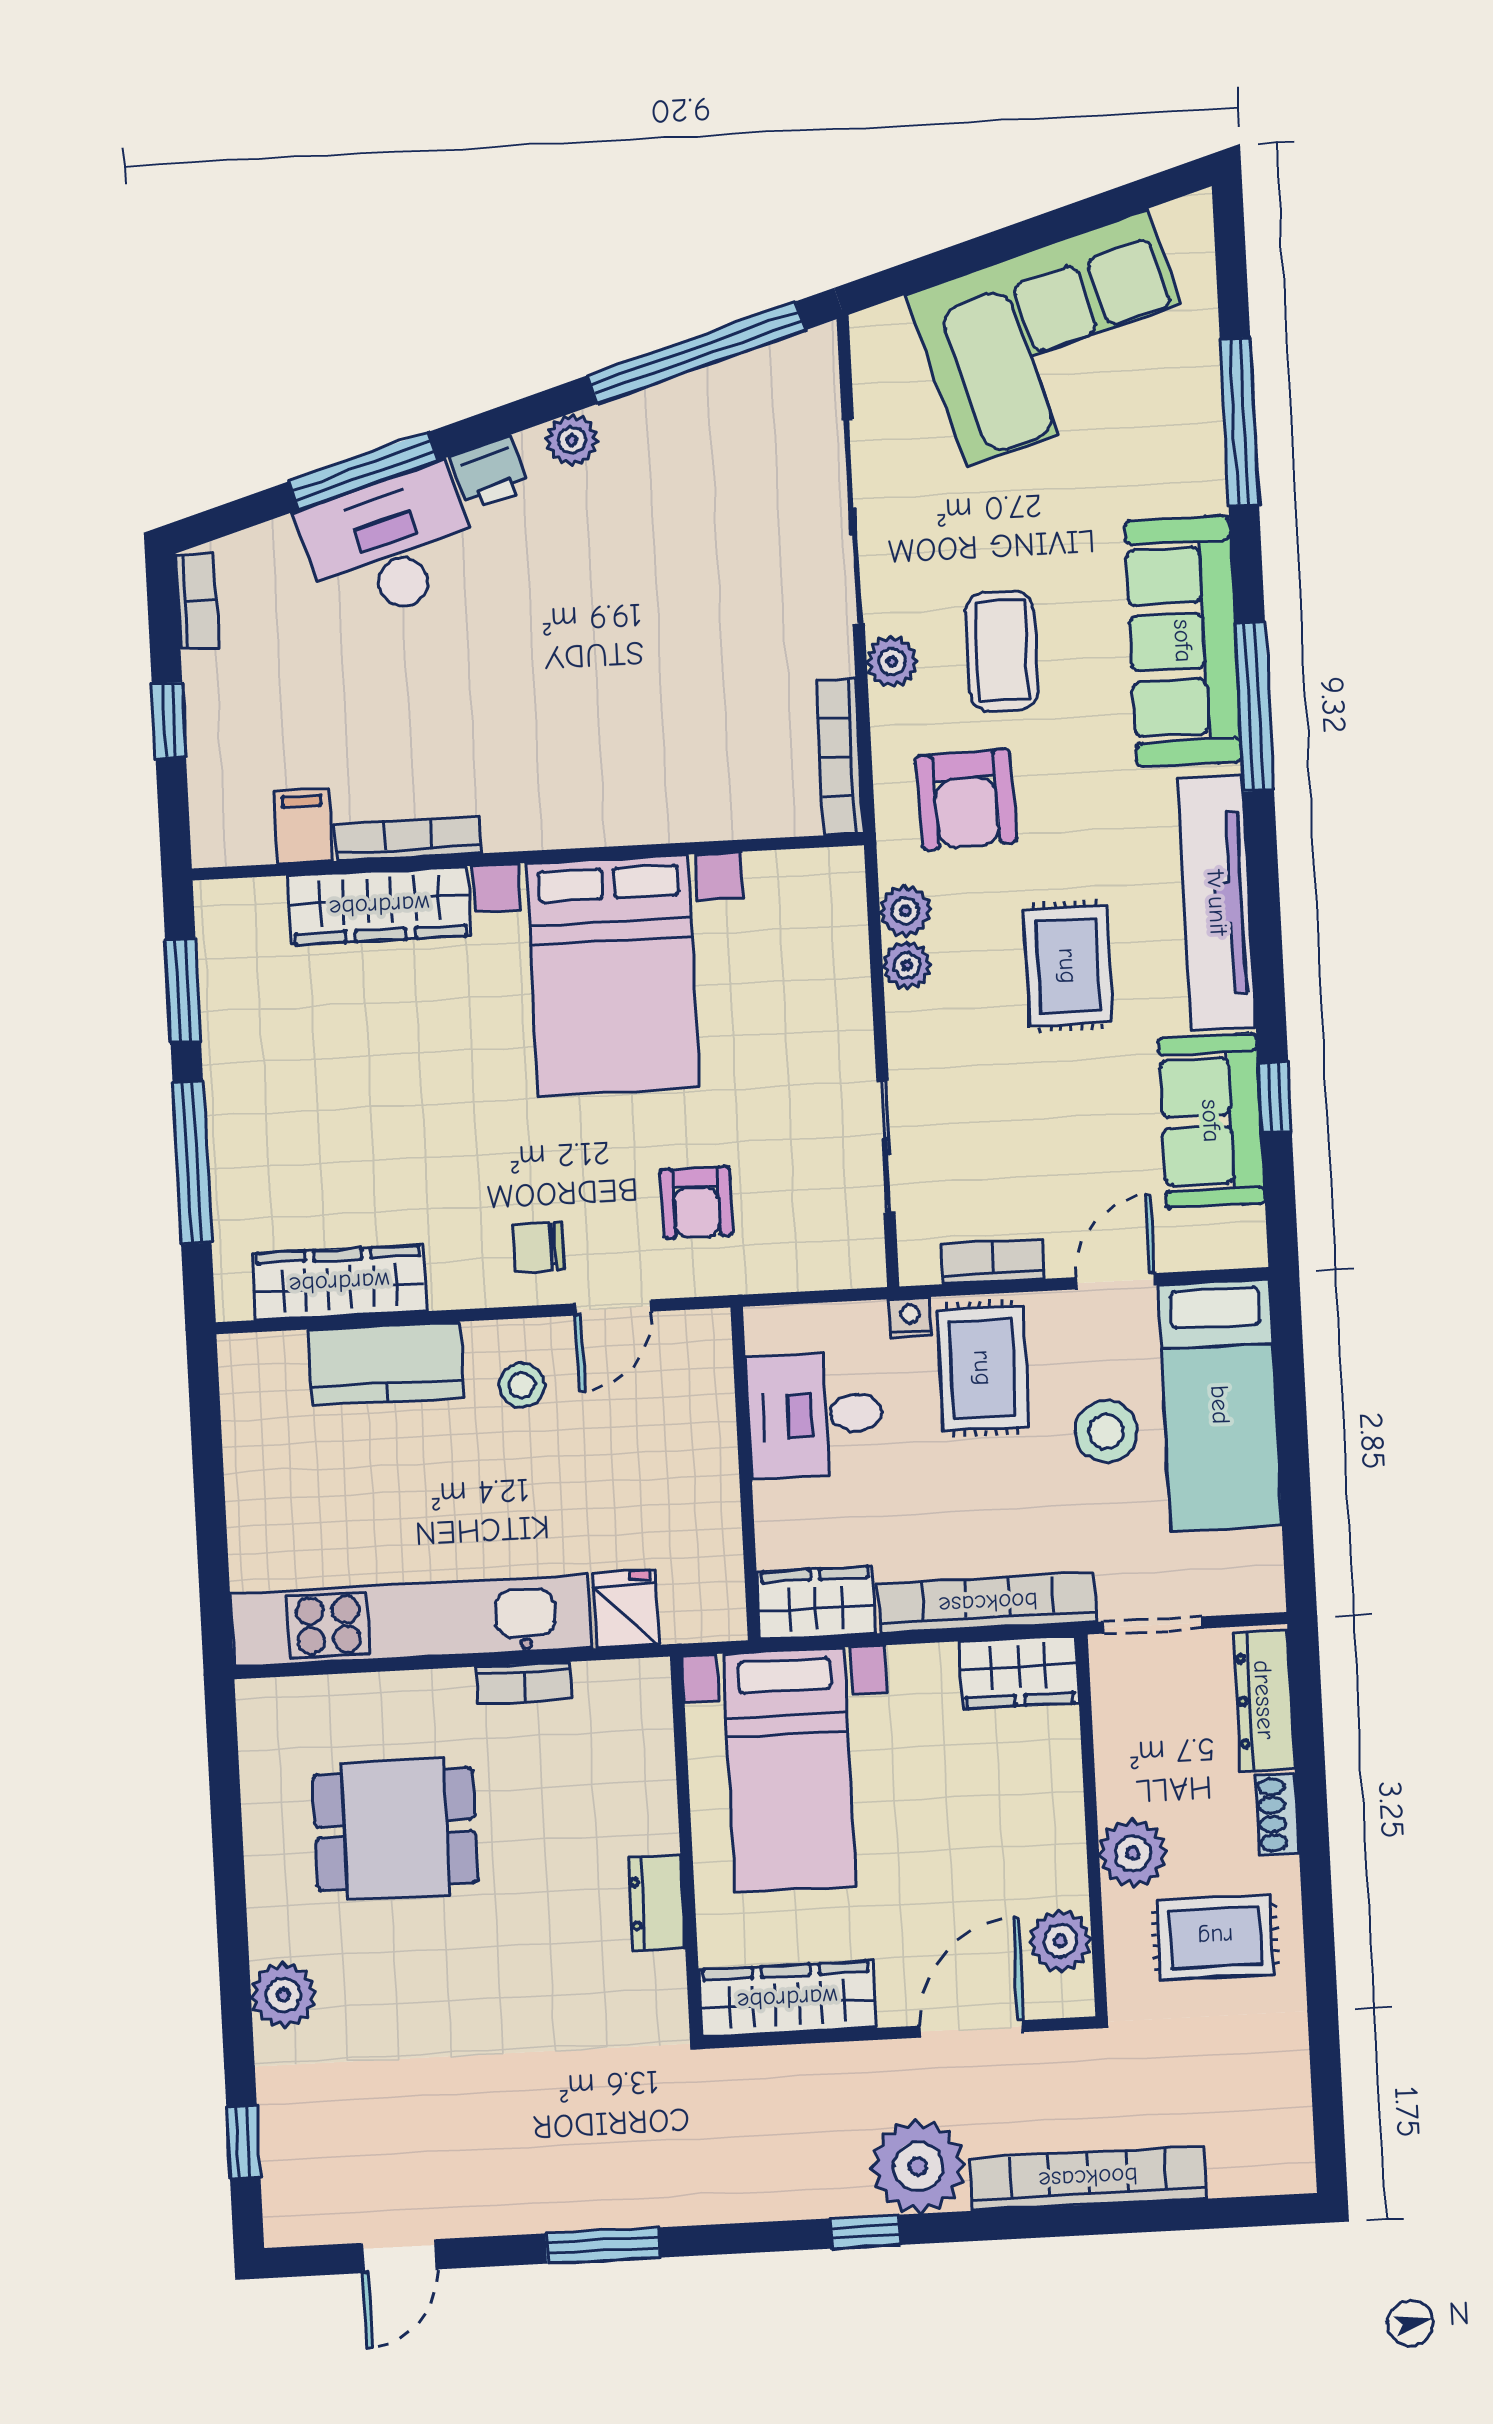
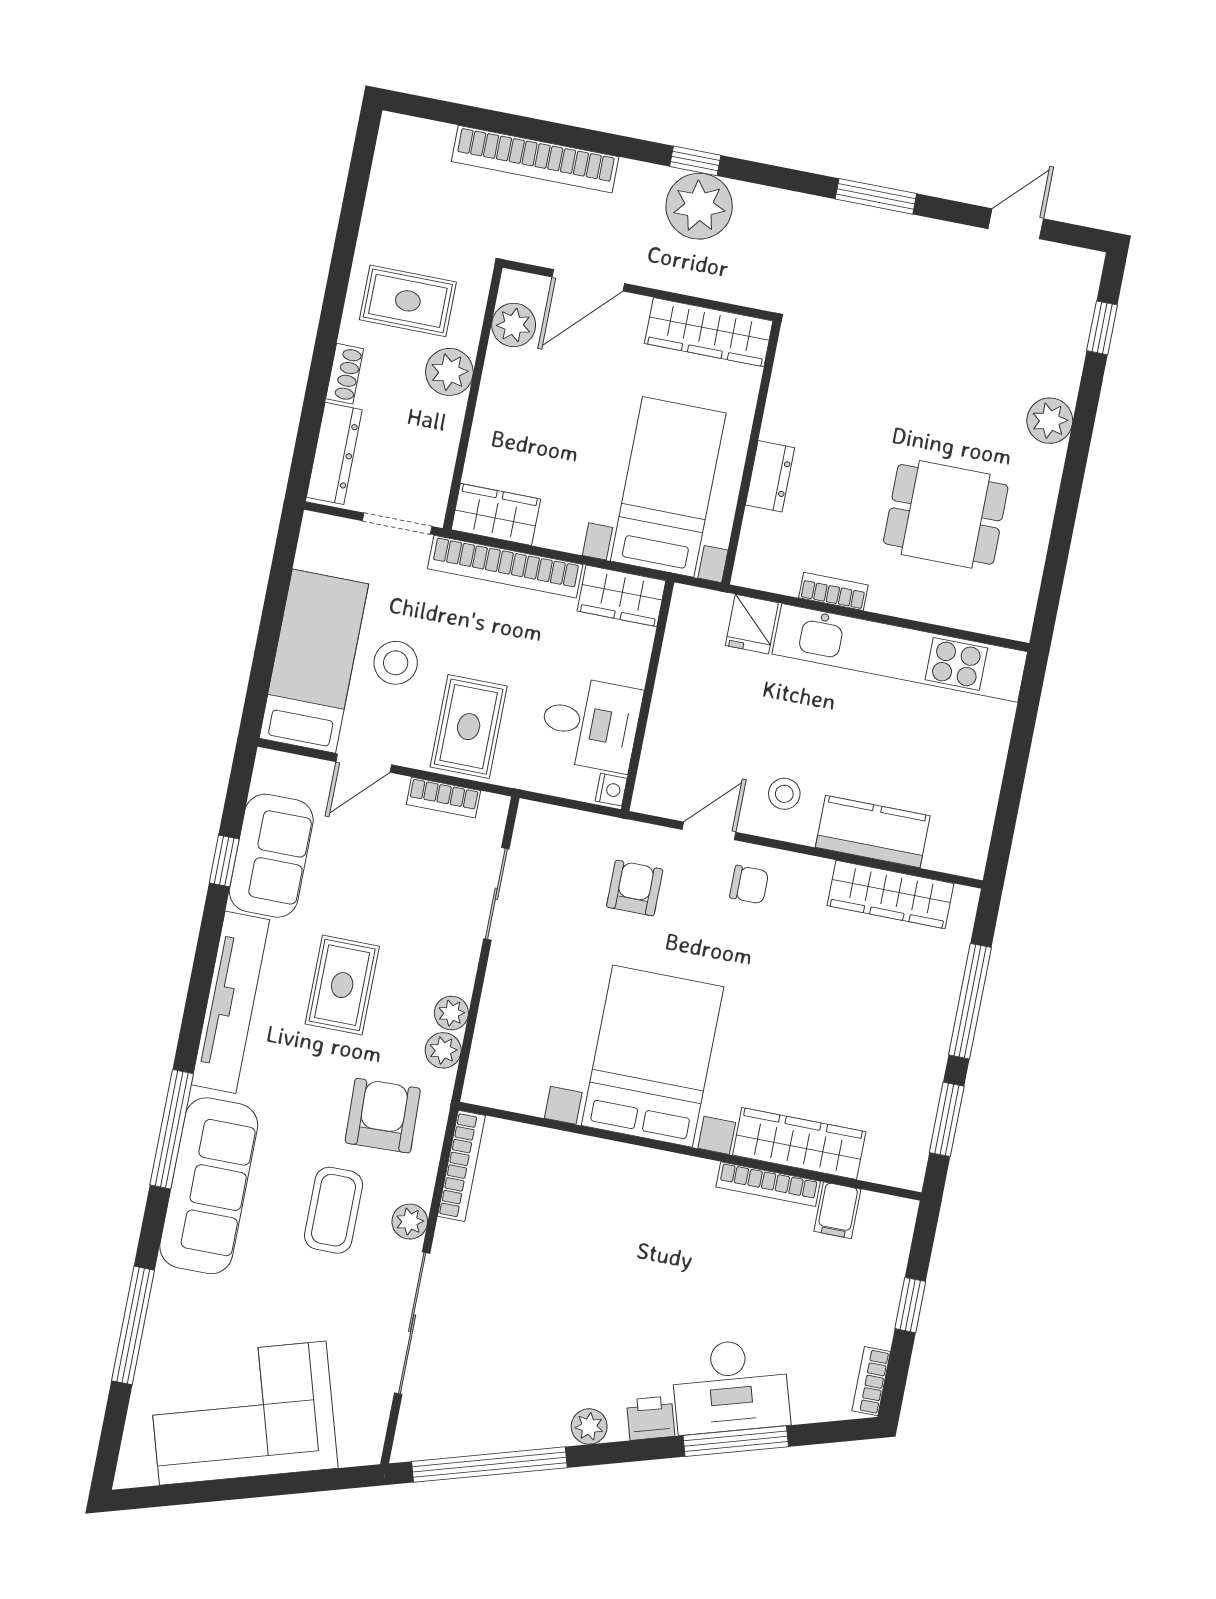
nightstand: (910, 1317) -> (611, 790), moved, turned -90
dresser: (656, 1903) -> (770, 476), moved
plant: (918, 2166) -> (699, 206), moved

